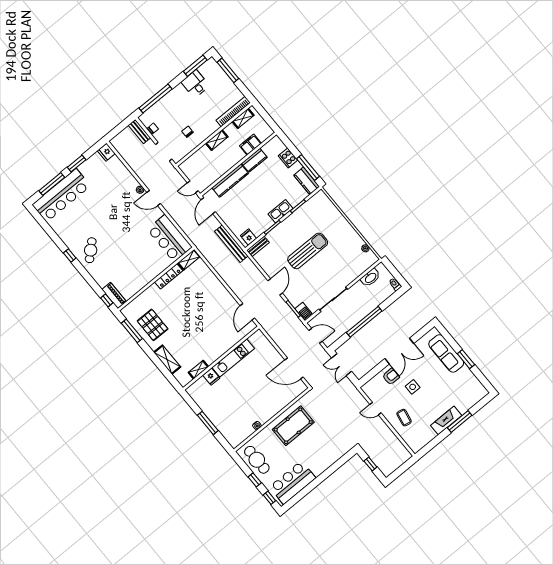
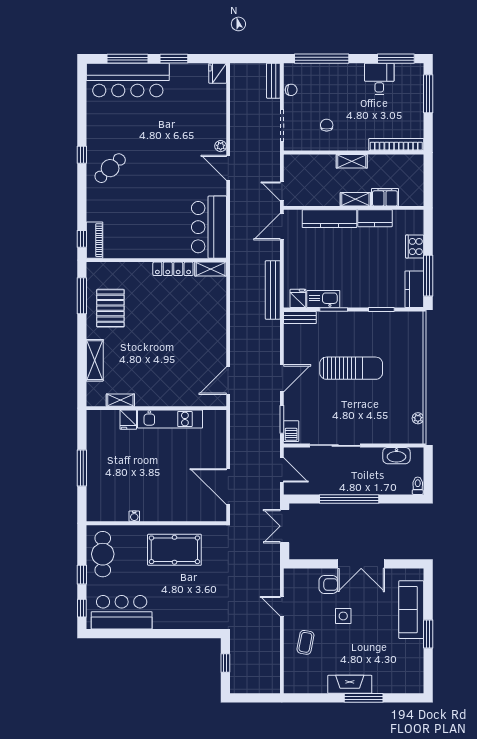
shelving: (243, 118) -> (355, 199), moved
kitchen sink: (281, 211) -> (323, 299), moved

